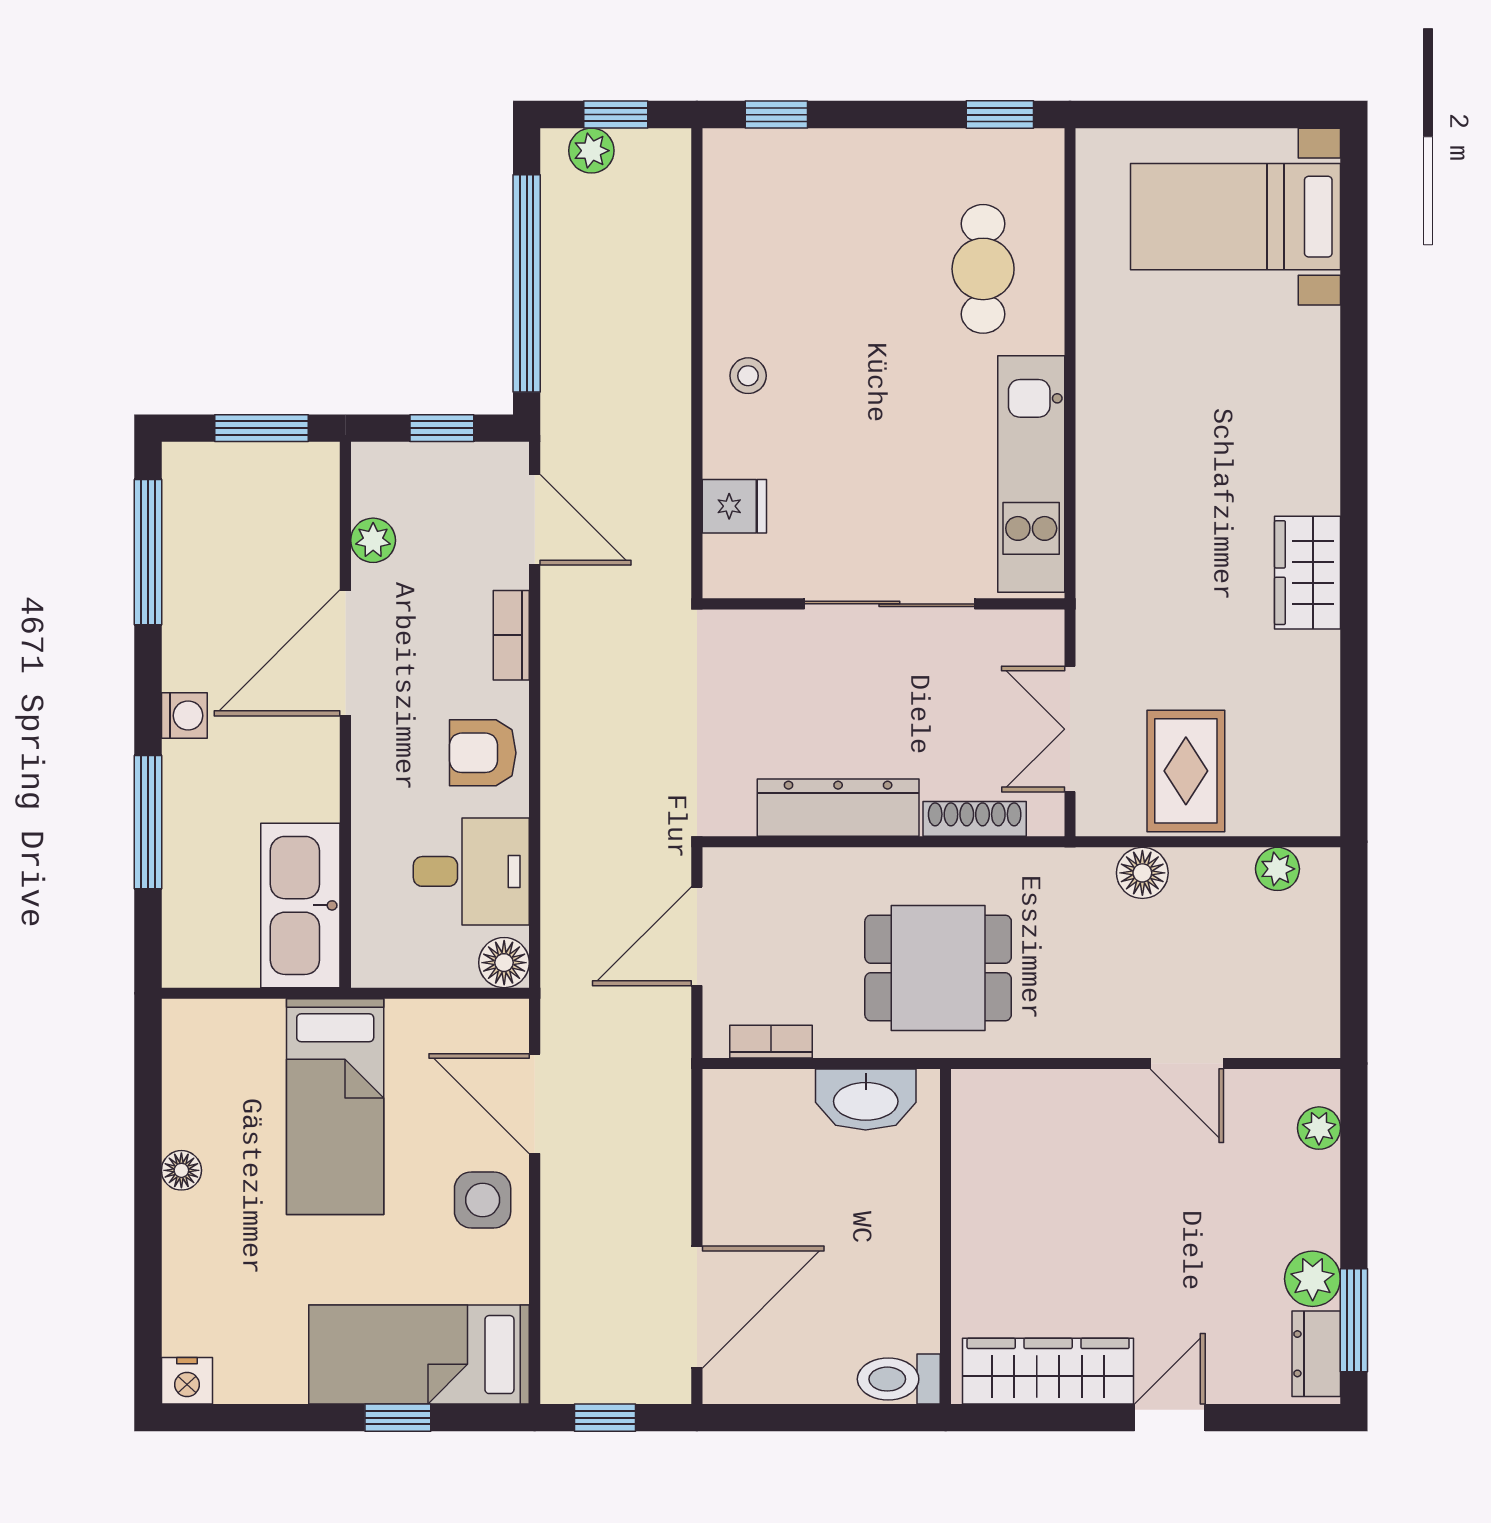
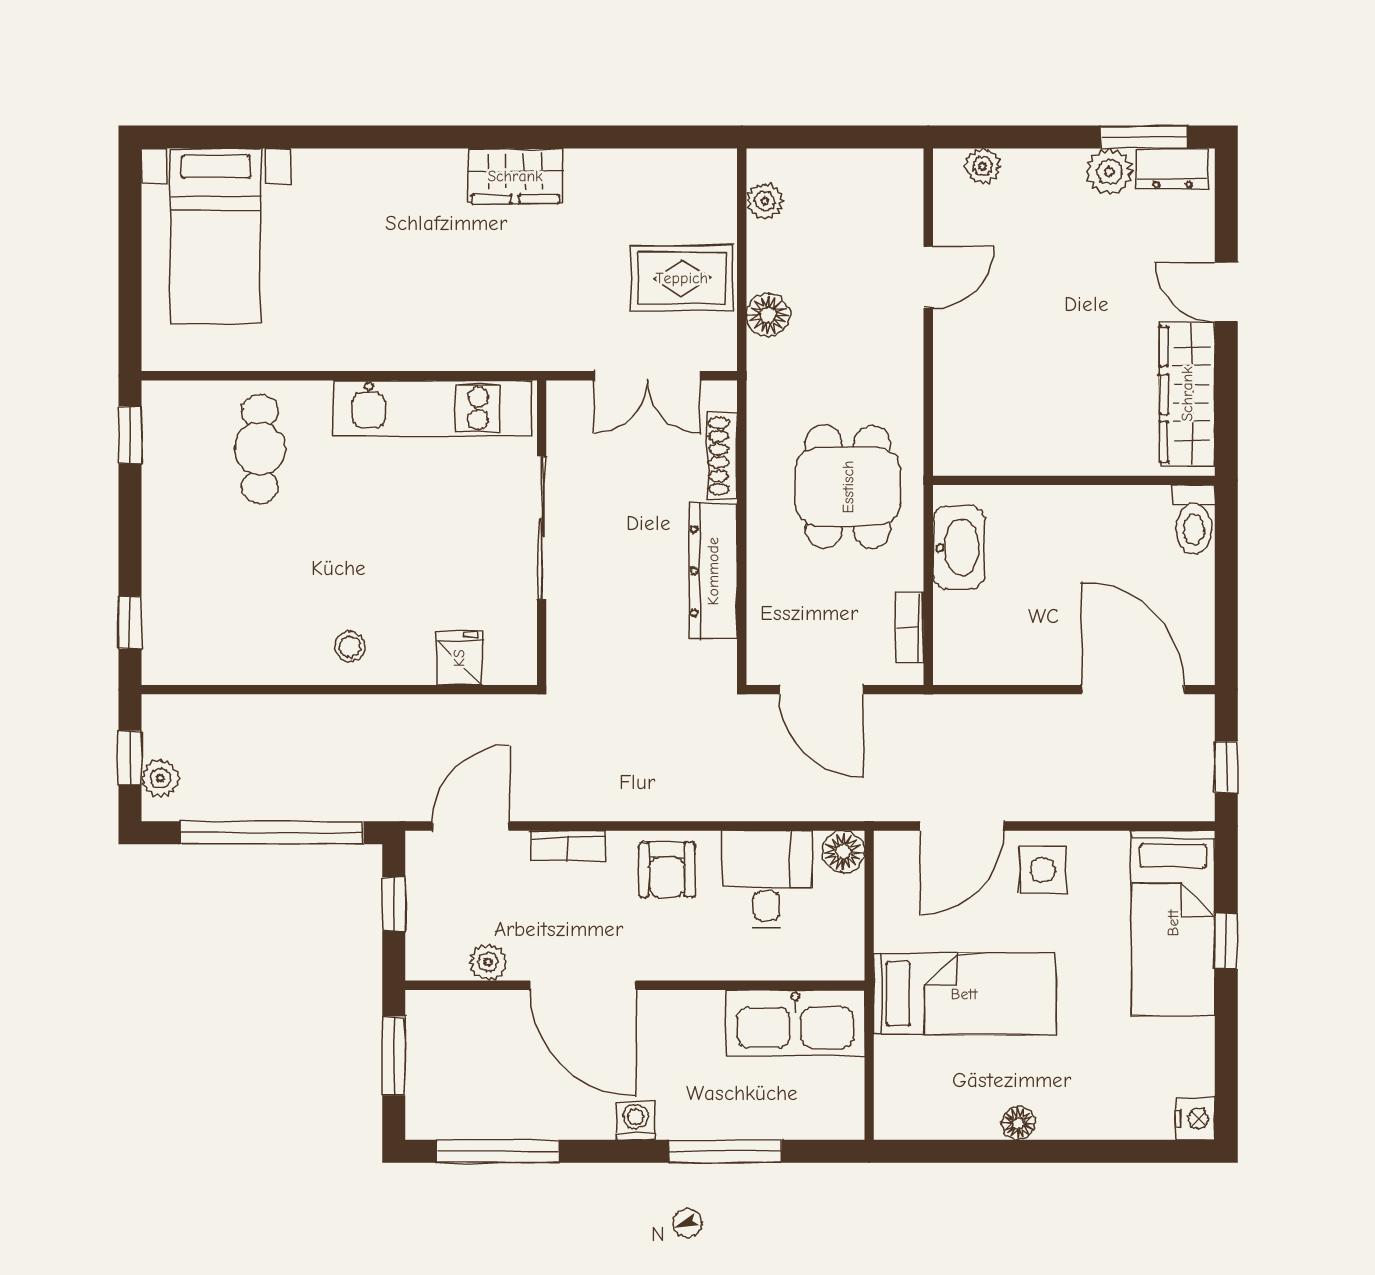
cafe table: (983, 269) -> (260, 449), turned 90

